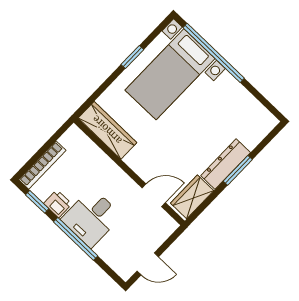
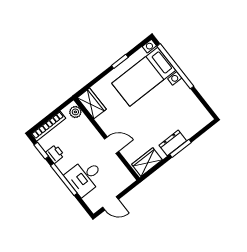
wardrobe: (107, 130) -> (92, 103), width x0.67
plant: (79, 139) -> (75, 112), added
dresser: (226, 164) -> (173, 143), width x0.70
door: (154, 195) -> (112, 145), moved
desk: (91, 218) -> (85, 177), moved

